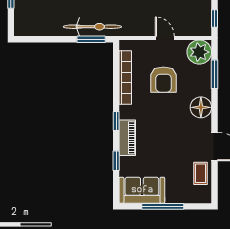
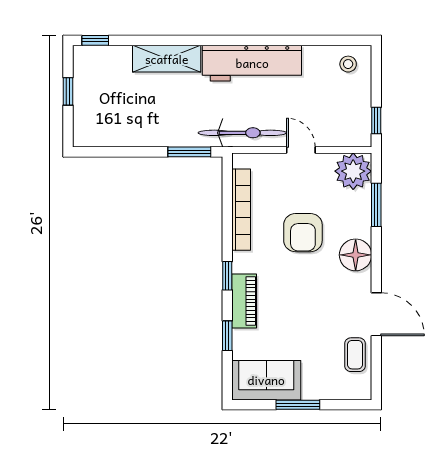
bicycle: (92, 27) -> (242, 133), moved
armchair: (164, 80) -> (303, 233), moved
window: (163, 206) -> (298, 405), width x0.69

